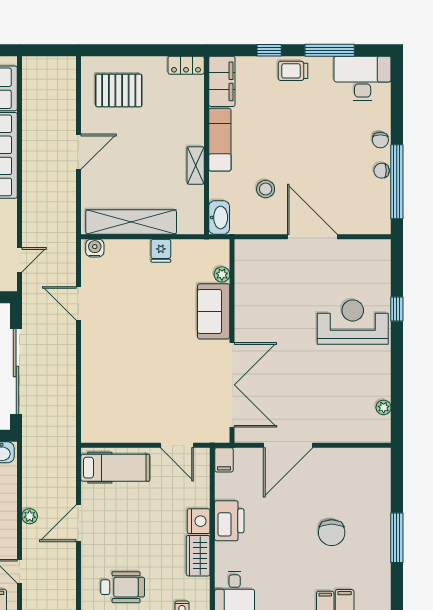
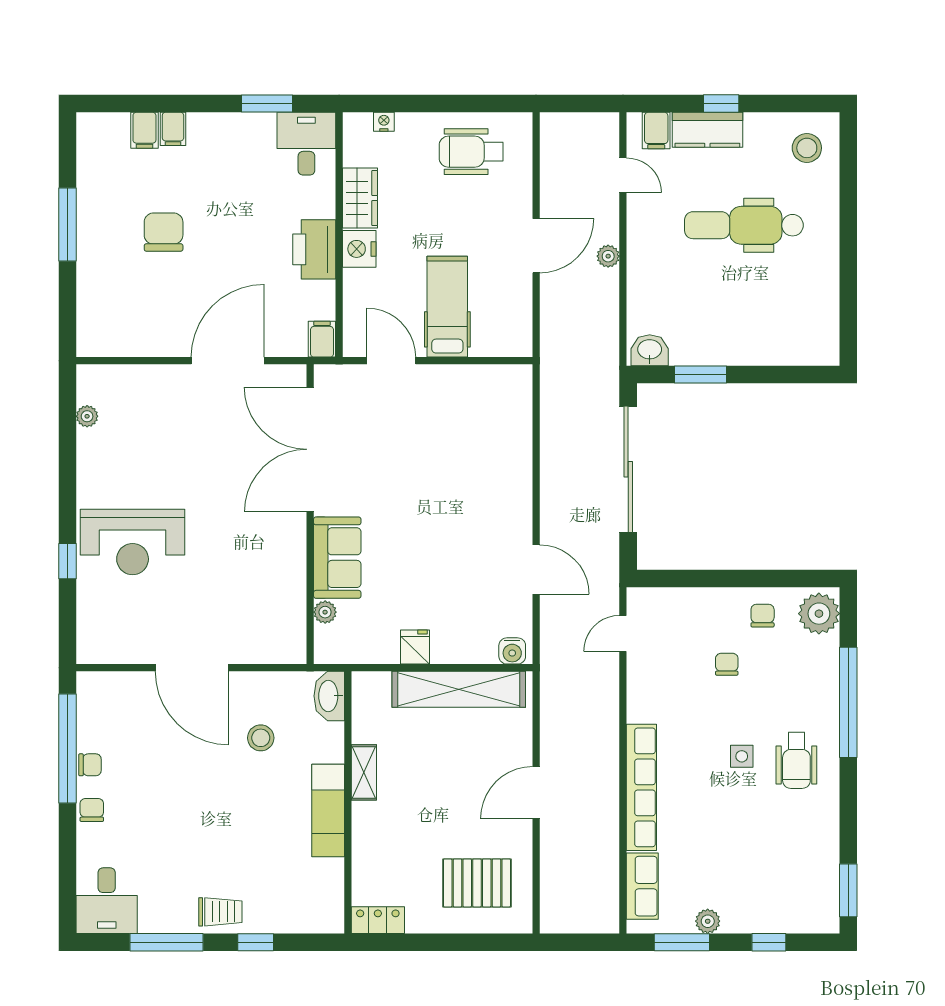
desk: (363, 78) -> (107, 901), width x0.73
filing cabinet: (222, 81) -> (325, 896), removed
hospital bed: (115, 468) -> (447, 307), moved, turned 90

